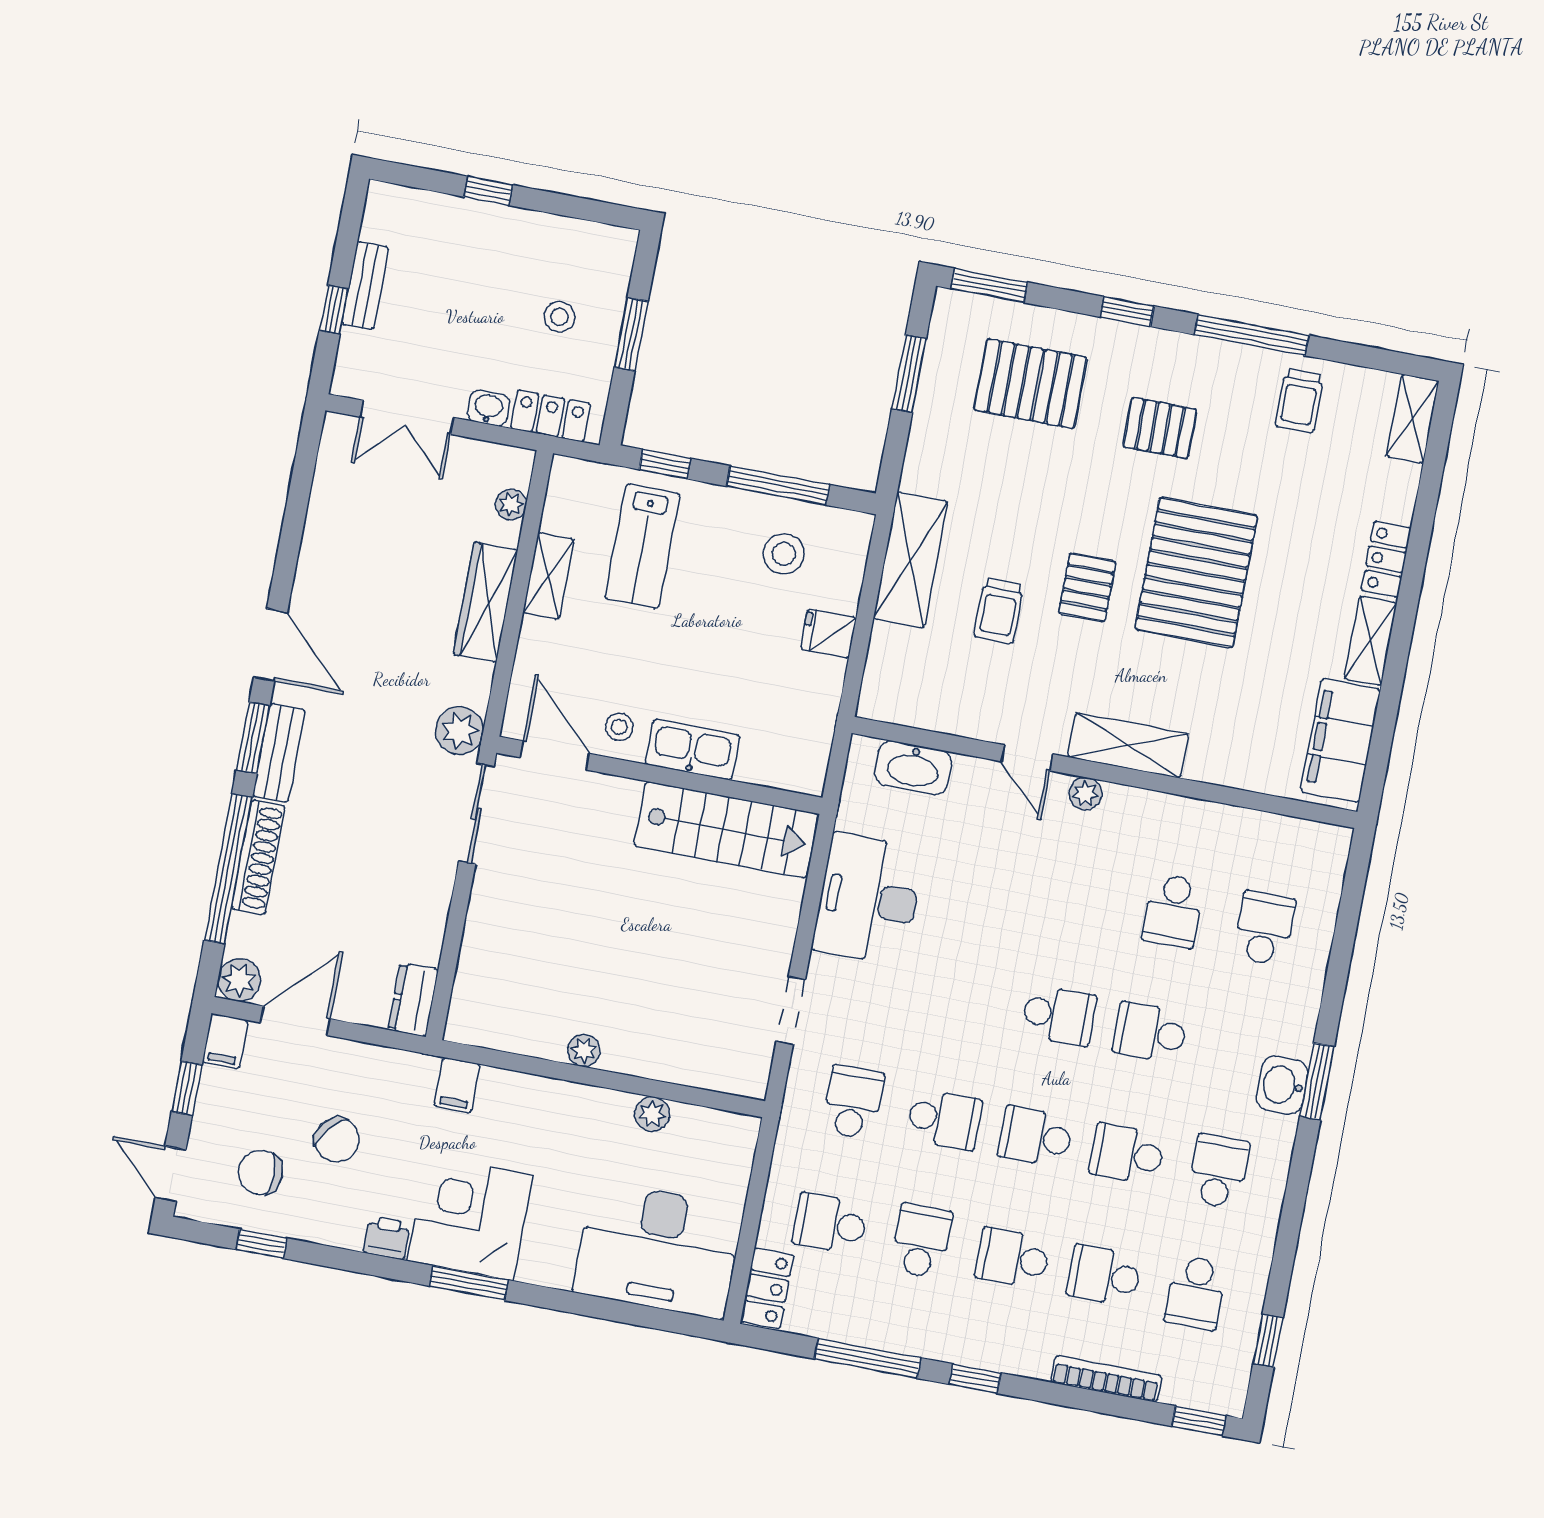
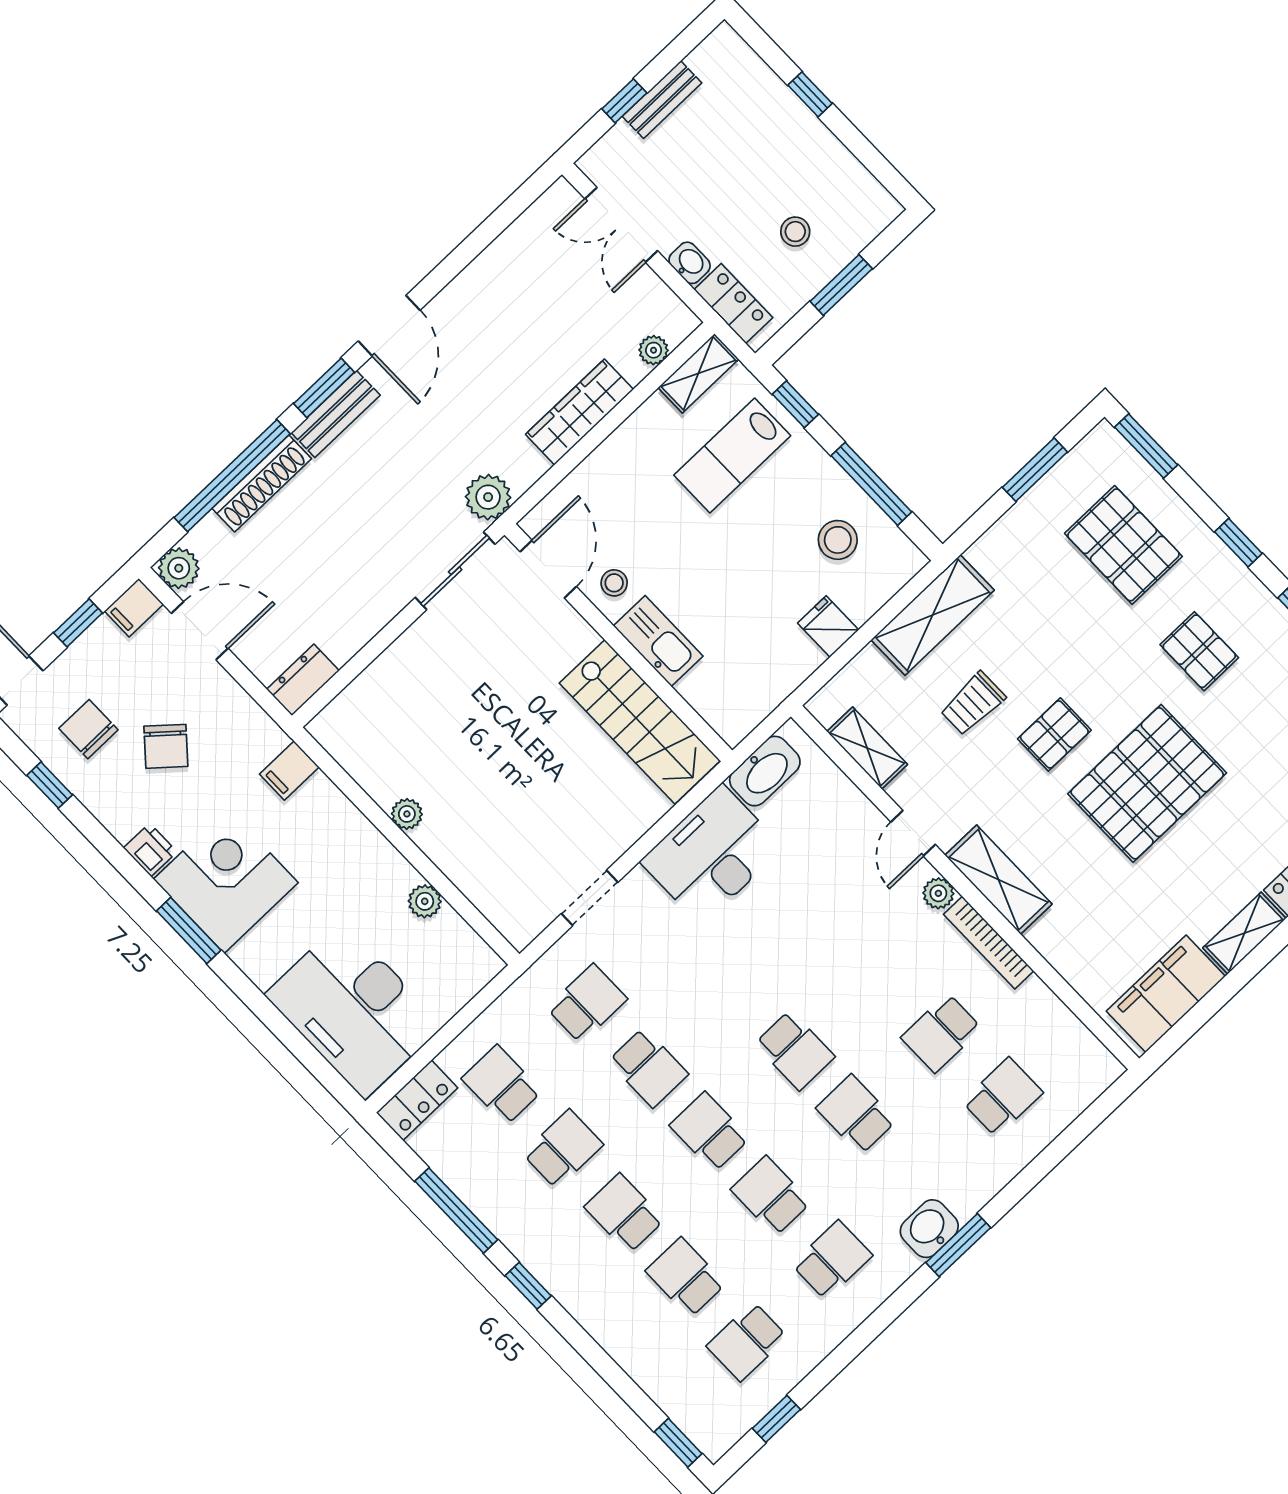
shelving: (548, 576) -> (698, 373), moved
shelving: (936, 713) -> (867, 748), added
washbasin: (913, 768) -> (765, 771), moved, turned -90
bookcase: (1106, 1379) -> (989, 943), moved, turned 180

